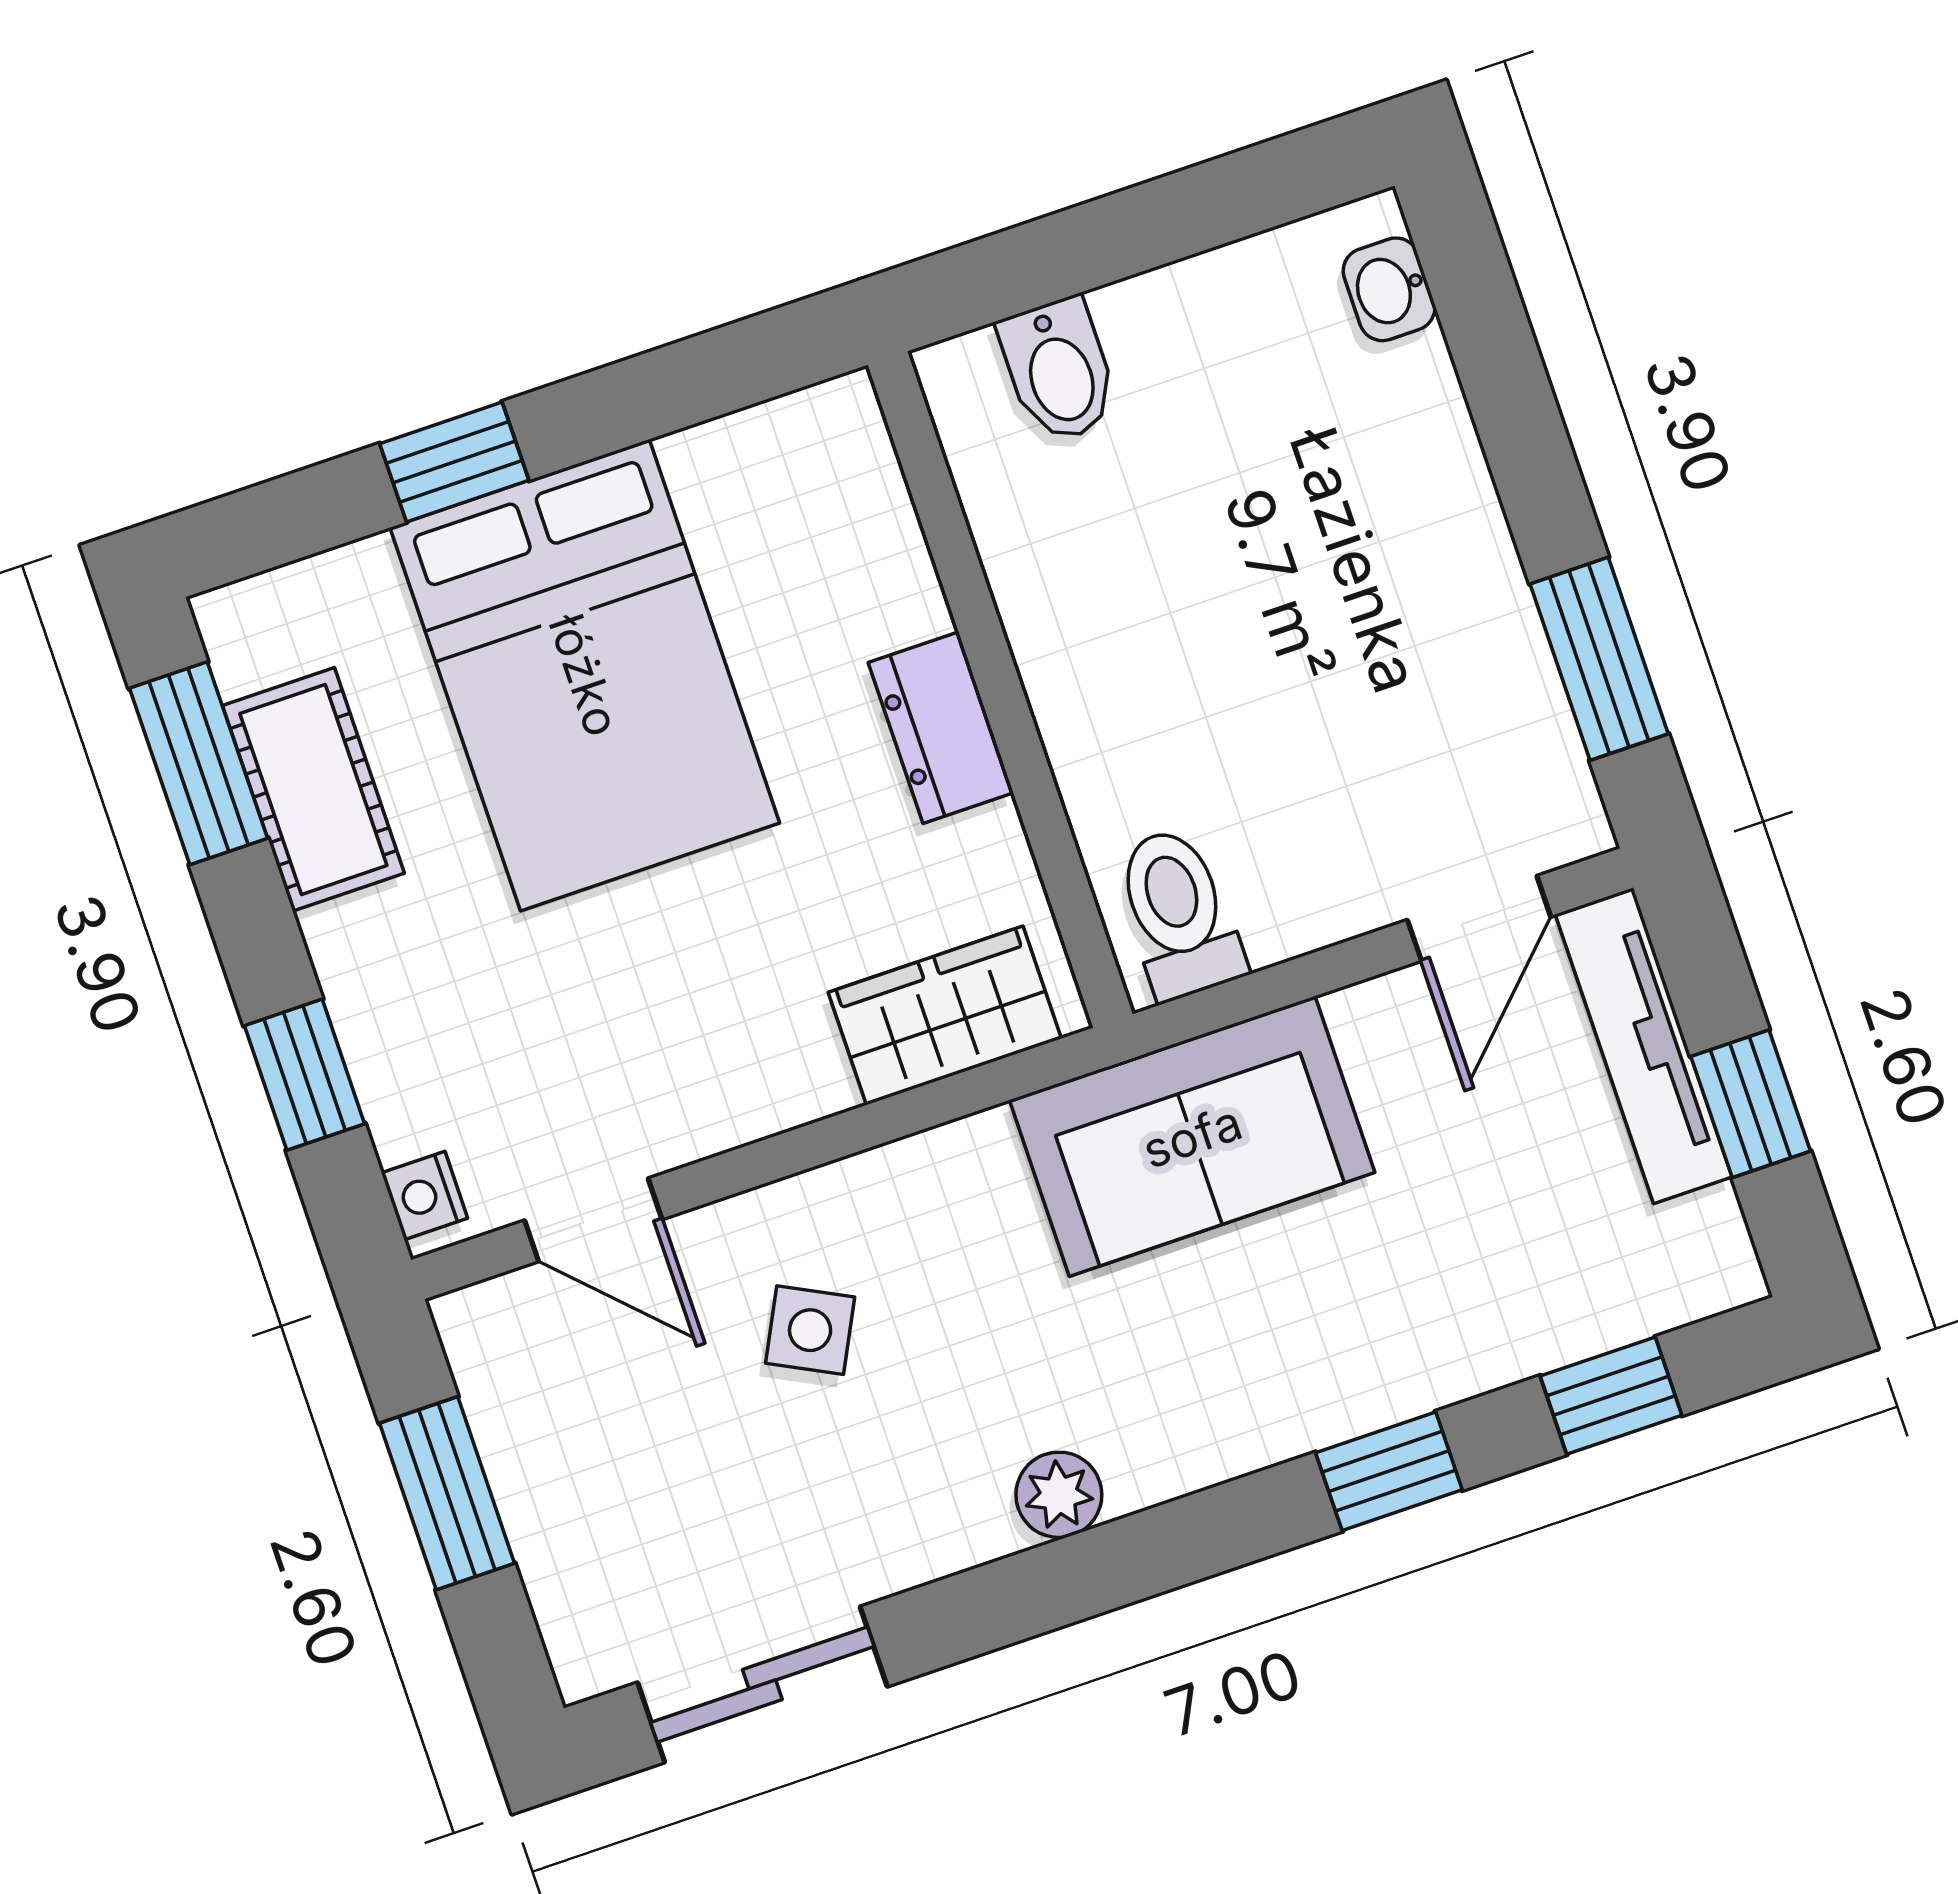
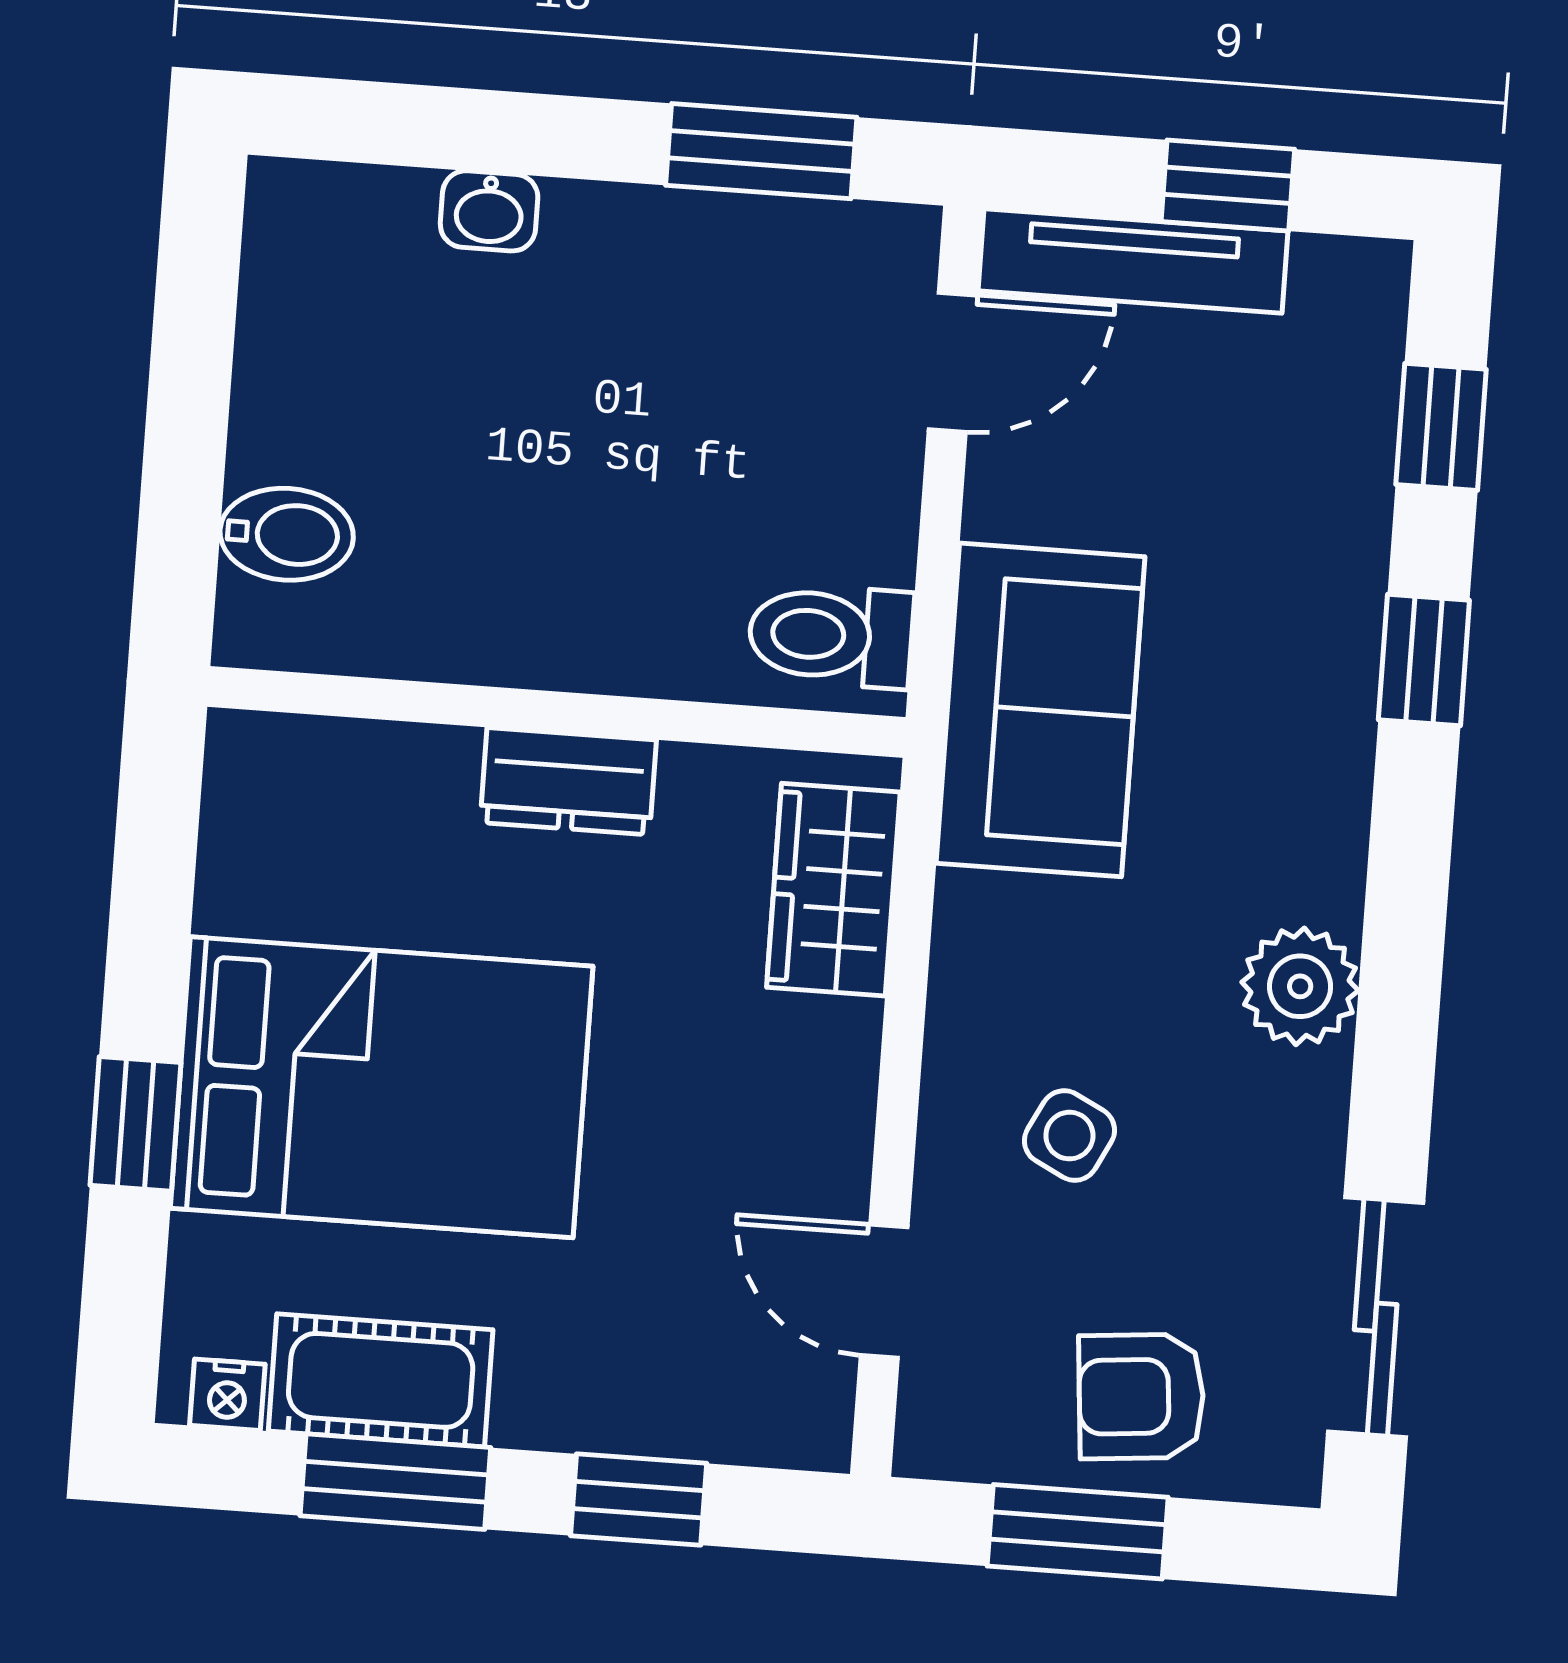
washbasin: (1389, 289) -> (489, 211), moved
window: (198, 763) -> (395, 1482), moved
door: (1479, 918) -> (952, 362), hinge flipped
nightstand: (425, 1195) -> (227, 1395), moved
door: (593, 1220) -> (884, 1291), swing flipped
plant: (1059, 1495) -> (1300, 986), width x1.38, depth x1.38
armchair: (597, 1499) -> (1141, 1397), added

